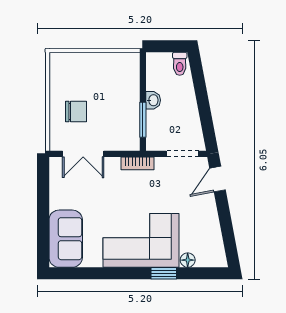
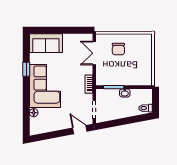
window: (164, 273) -> (26, 69), moved

